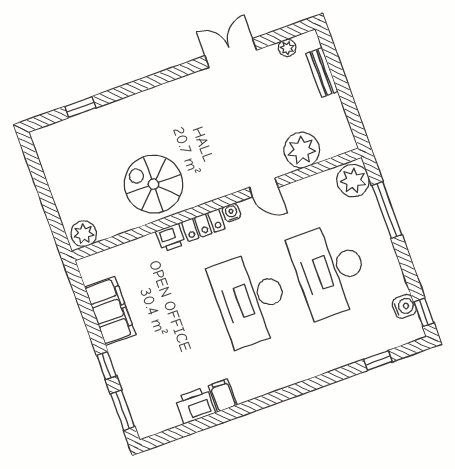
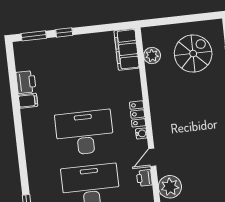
spiral stairs: (153, 184) -> (193, 54), moved
plant: (84, 234) -> (152, 56), moved
printer: (171, 238) -> (144, 178), moved
filing cabinet: (110, 311) -> (127, 49), moved, turned 90

